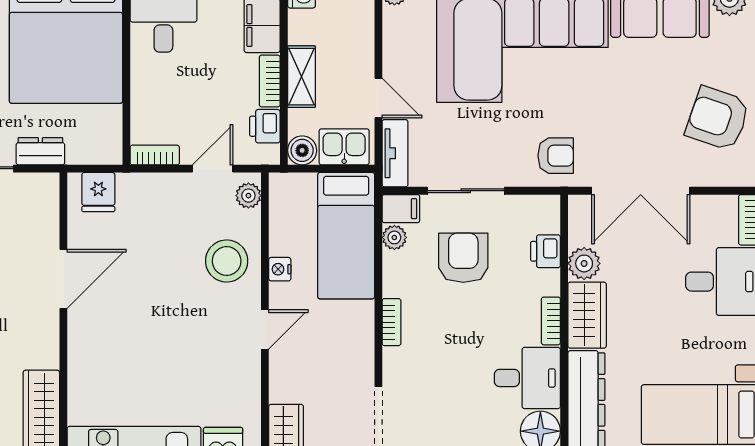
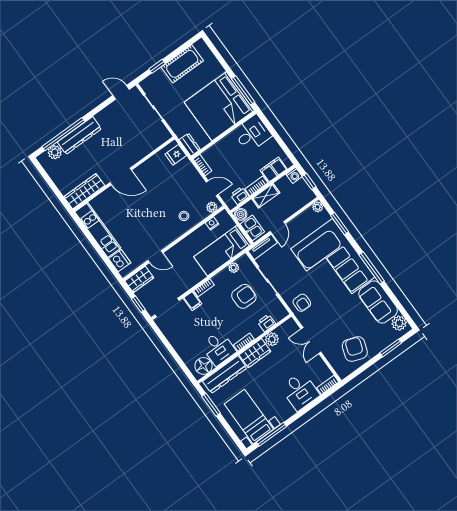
dresser: (40, 151) -> (190, 145), moved
double door: (641, 191) -> (311, 341), width x0.73
filing cabinet: (401, 209) -> (192, 301), moved
stool: (227, 261) -> (184, 216), width x0.53, depth x0.53
nightstand: (280, 269) -> (212, 223), moved
door: (63, 279) -> (121, 176), moved
door: (265, 329) -> (155, 257), moved

